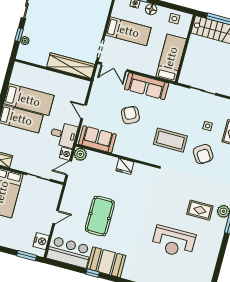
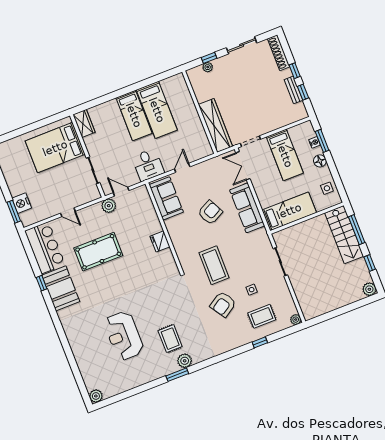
nightstand: (66, 154) -> (132, 179), removed
plant: (80, 154) -> (109, 206), moved
nightstand: (41, 241) -> (22, 203), moved, turned 90

